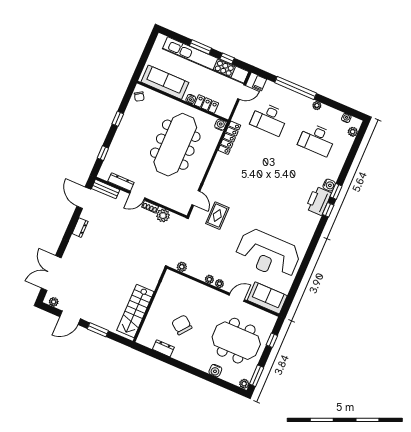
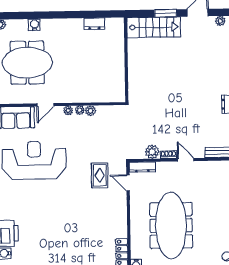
dresser: (121, 182) -> (142, 167), moved
door: (137, 196) -> (186, 160), hinge flipped
plant: (182, 267) -> (90, 111), moved
stairs: (135, 311) -> (154, 27), moved, turned 90
chair: (182, 325) -> (87, 54), removed

